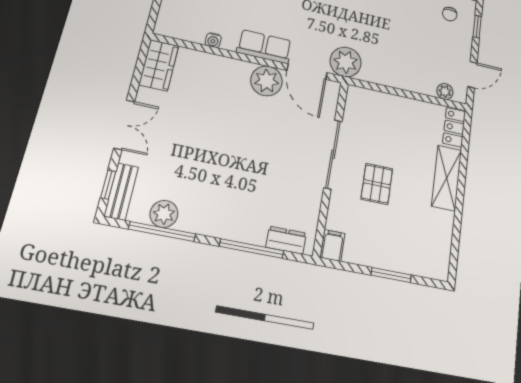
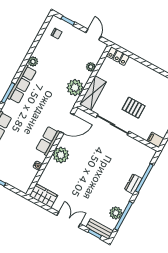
plant: (346, 62) -> (75, 88), moved
plant: (267, 81) -> (61, 155), moved
plant: (445, 91) -> (91, 67), moved
shelving: (447, 178) -> (93, 93), moved, turned 90
dresser: (286, 240) -> (133, 184), moved

